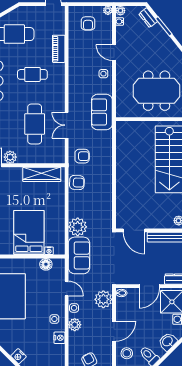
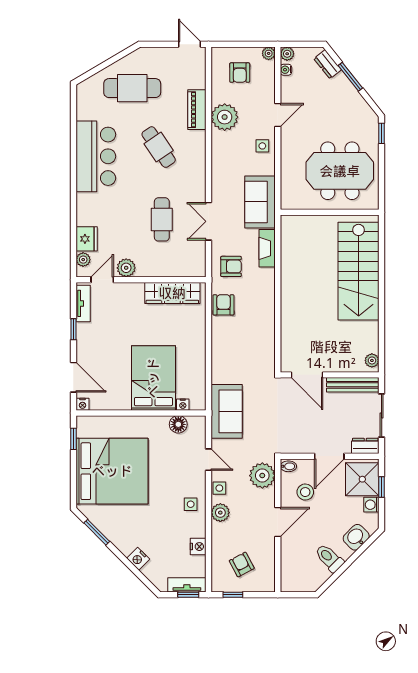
door: (114, 53) -> (278, 115), swing flipped
cafe table: (32, 74) -> (159, 147), turned 56
cafe table: (35, 124) -> (162, 219), width x0.73, depth x0.74
fireplace: (107, 144) -> (267, 248), added
armchair: (77, 182) -> (223, 305), turned -92
plant: (78, 227) -> (225, 117), moved
nightstand: (59, 338) -> (198, 547), moved
stool: (127, 353) -> (305, 492), moved

